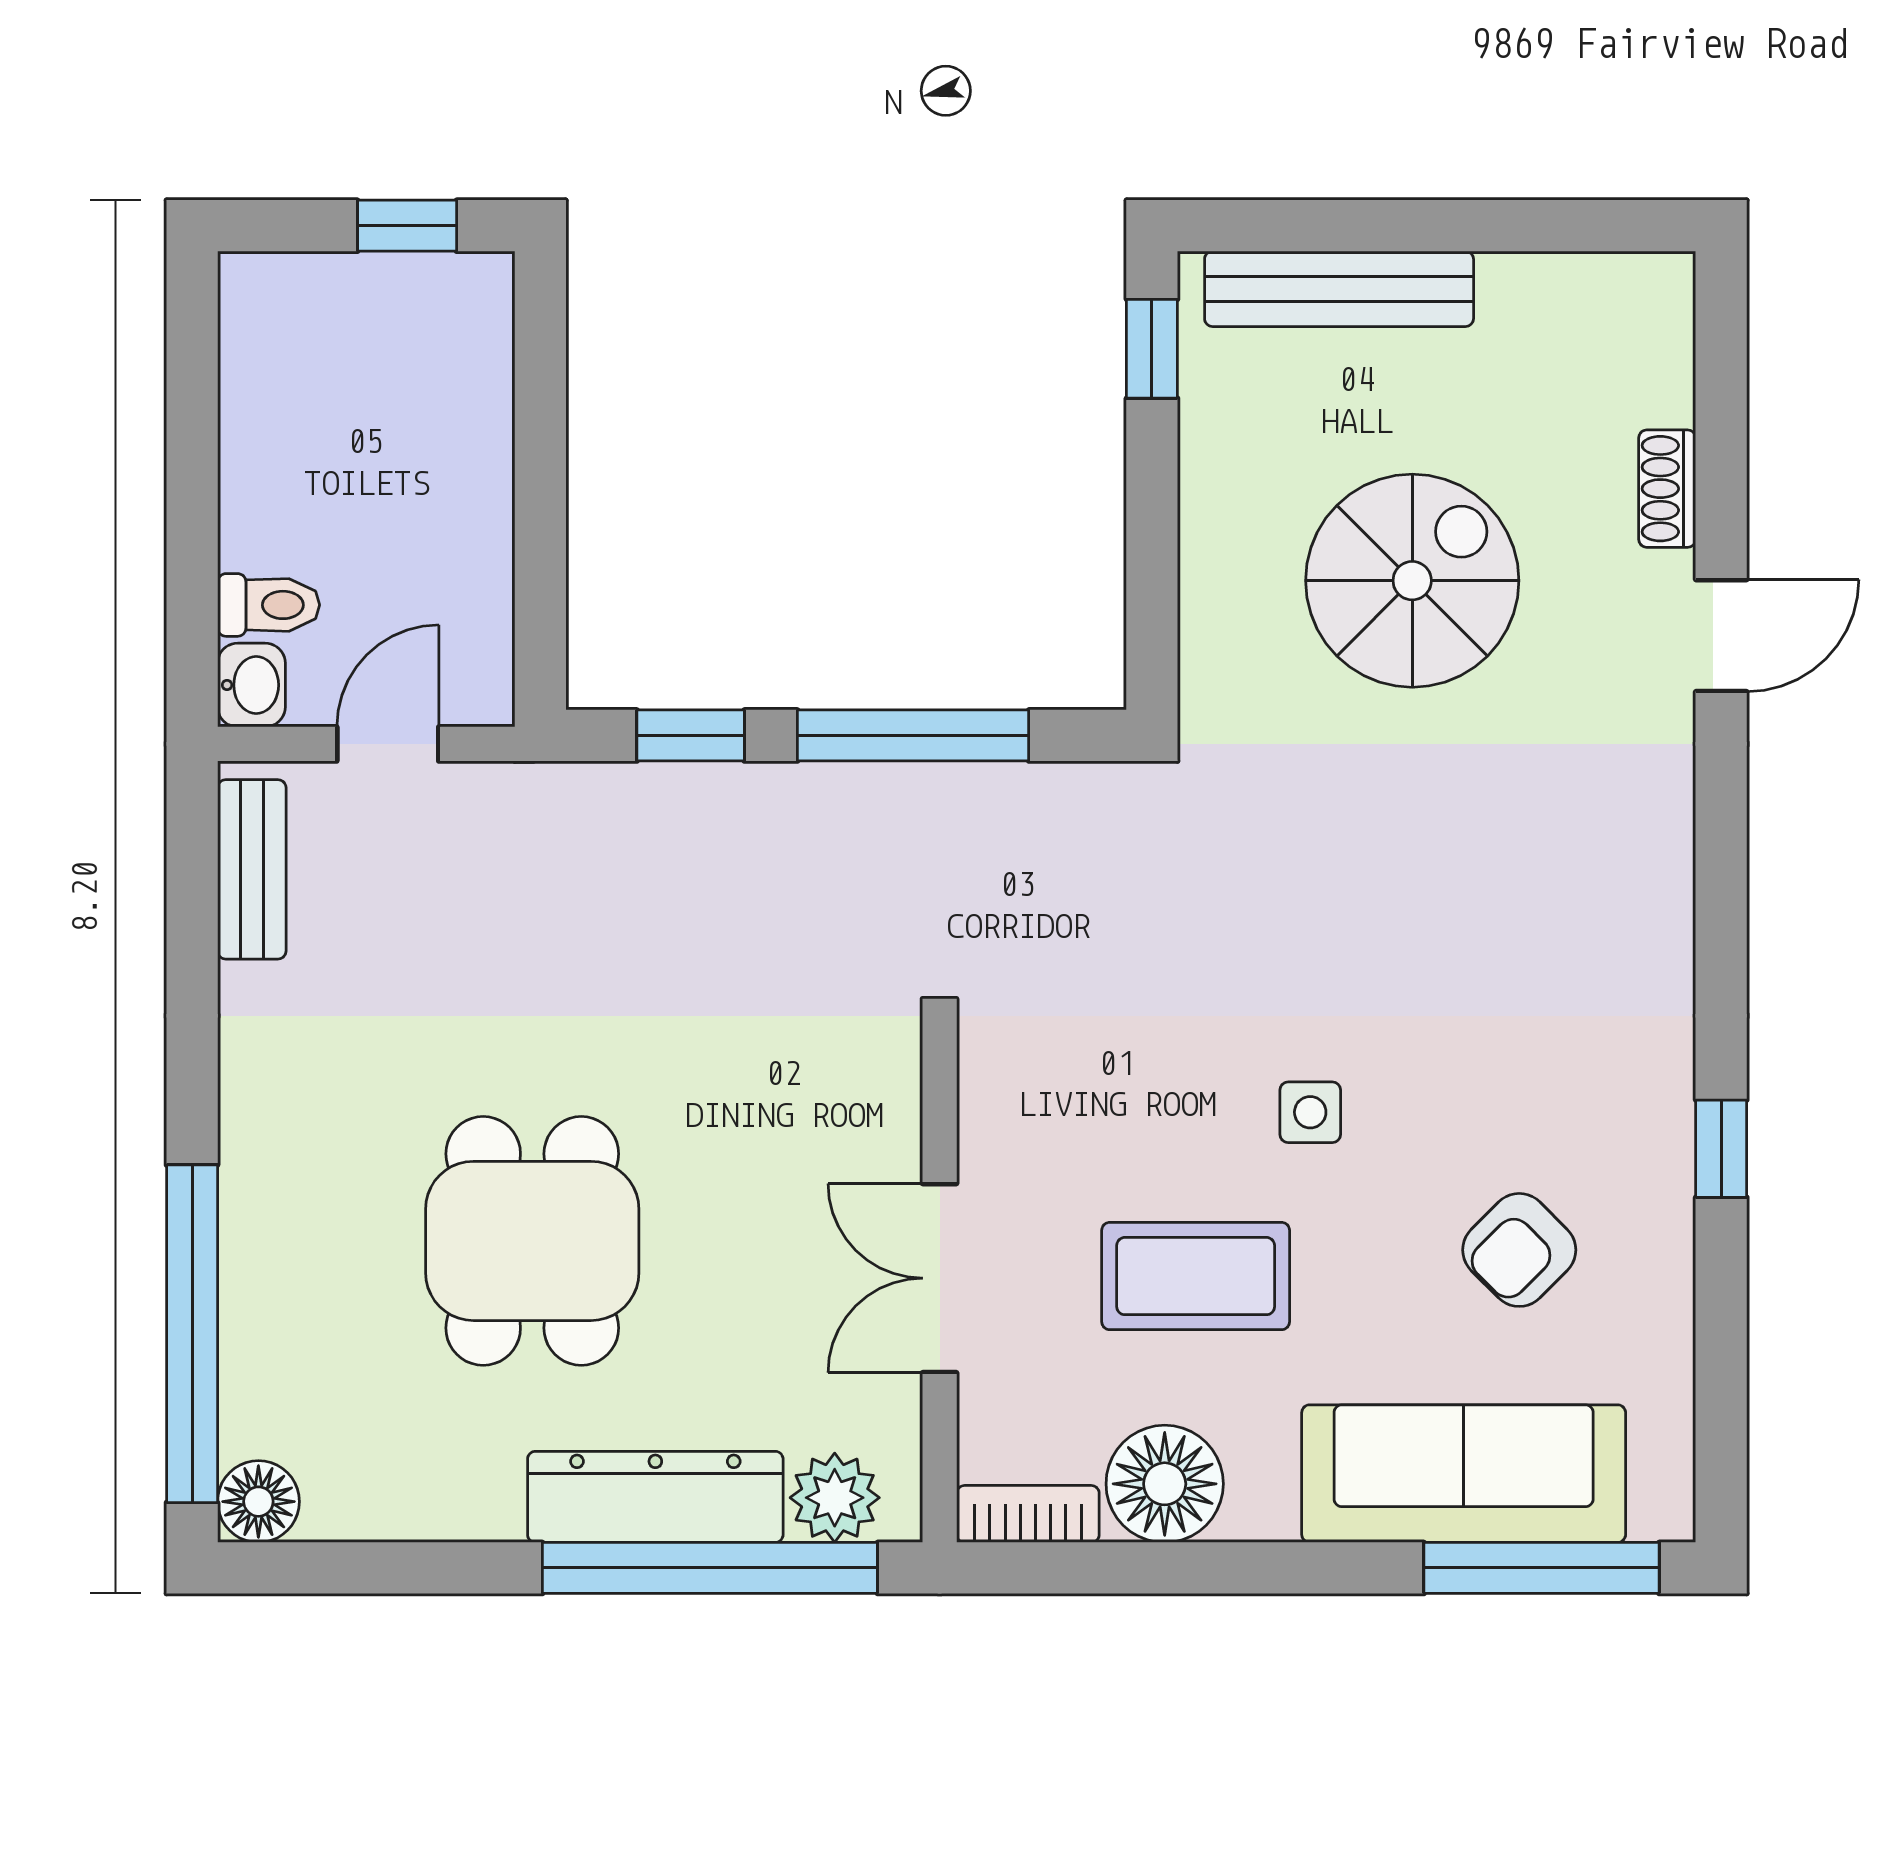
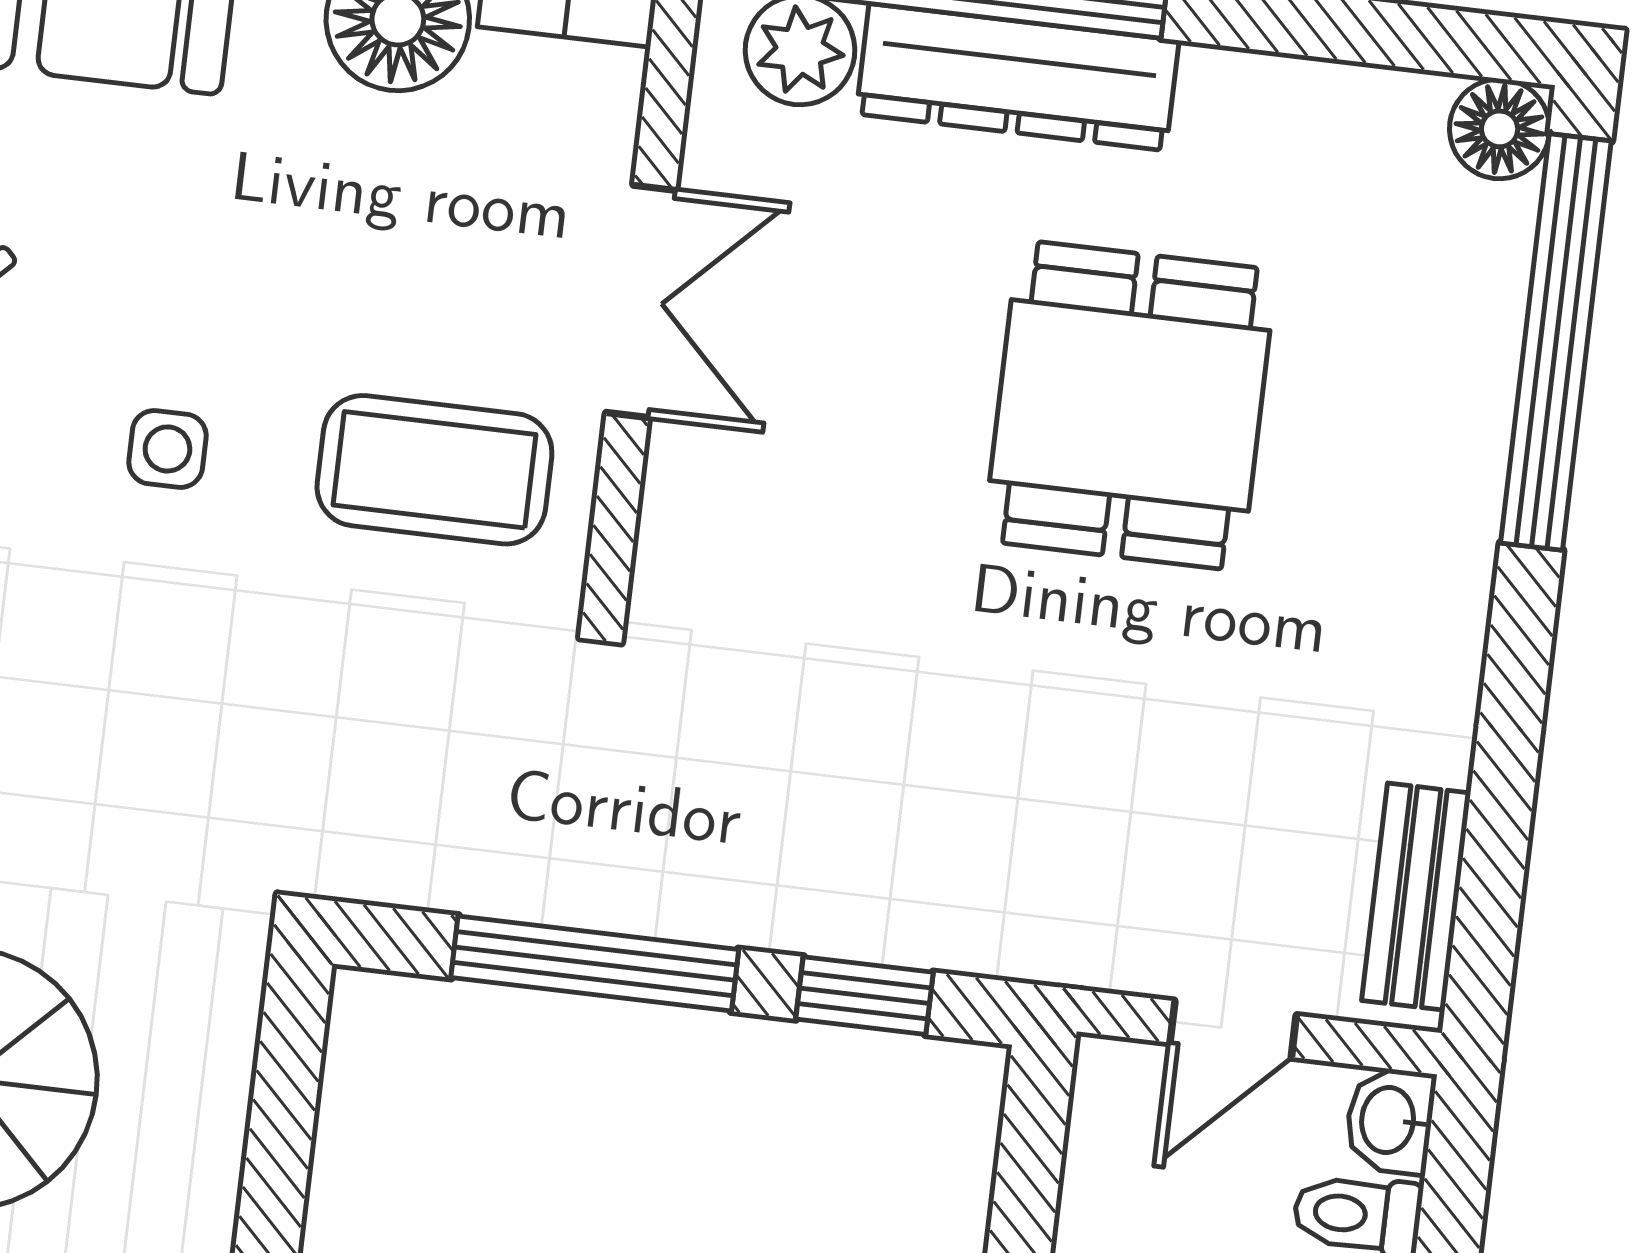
coffee table: (1196, 1276) -> (434, 470), moved

